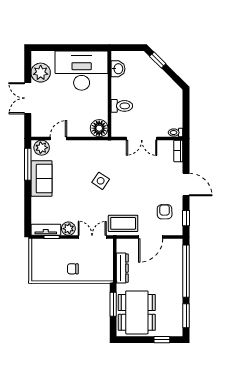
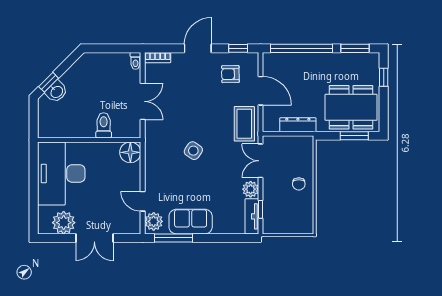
washbasin: (118, 69) -> (56, 92), moved, turned 135
window: (113, 304) -> (354, 136), moved

